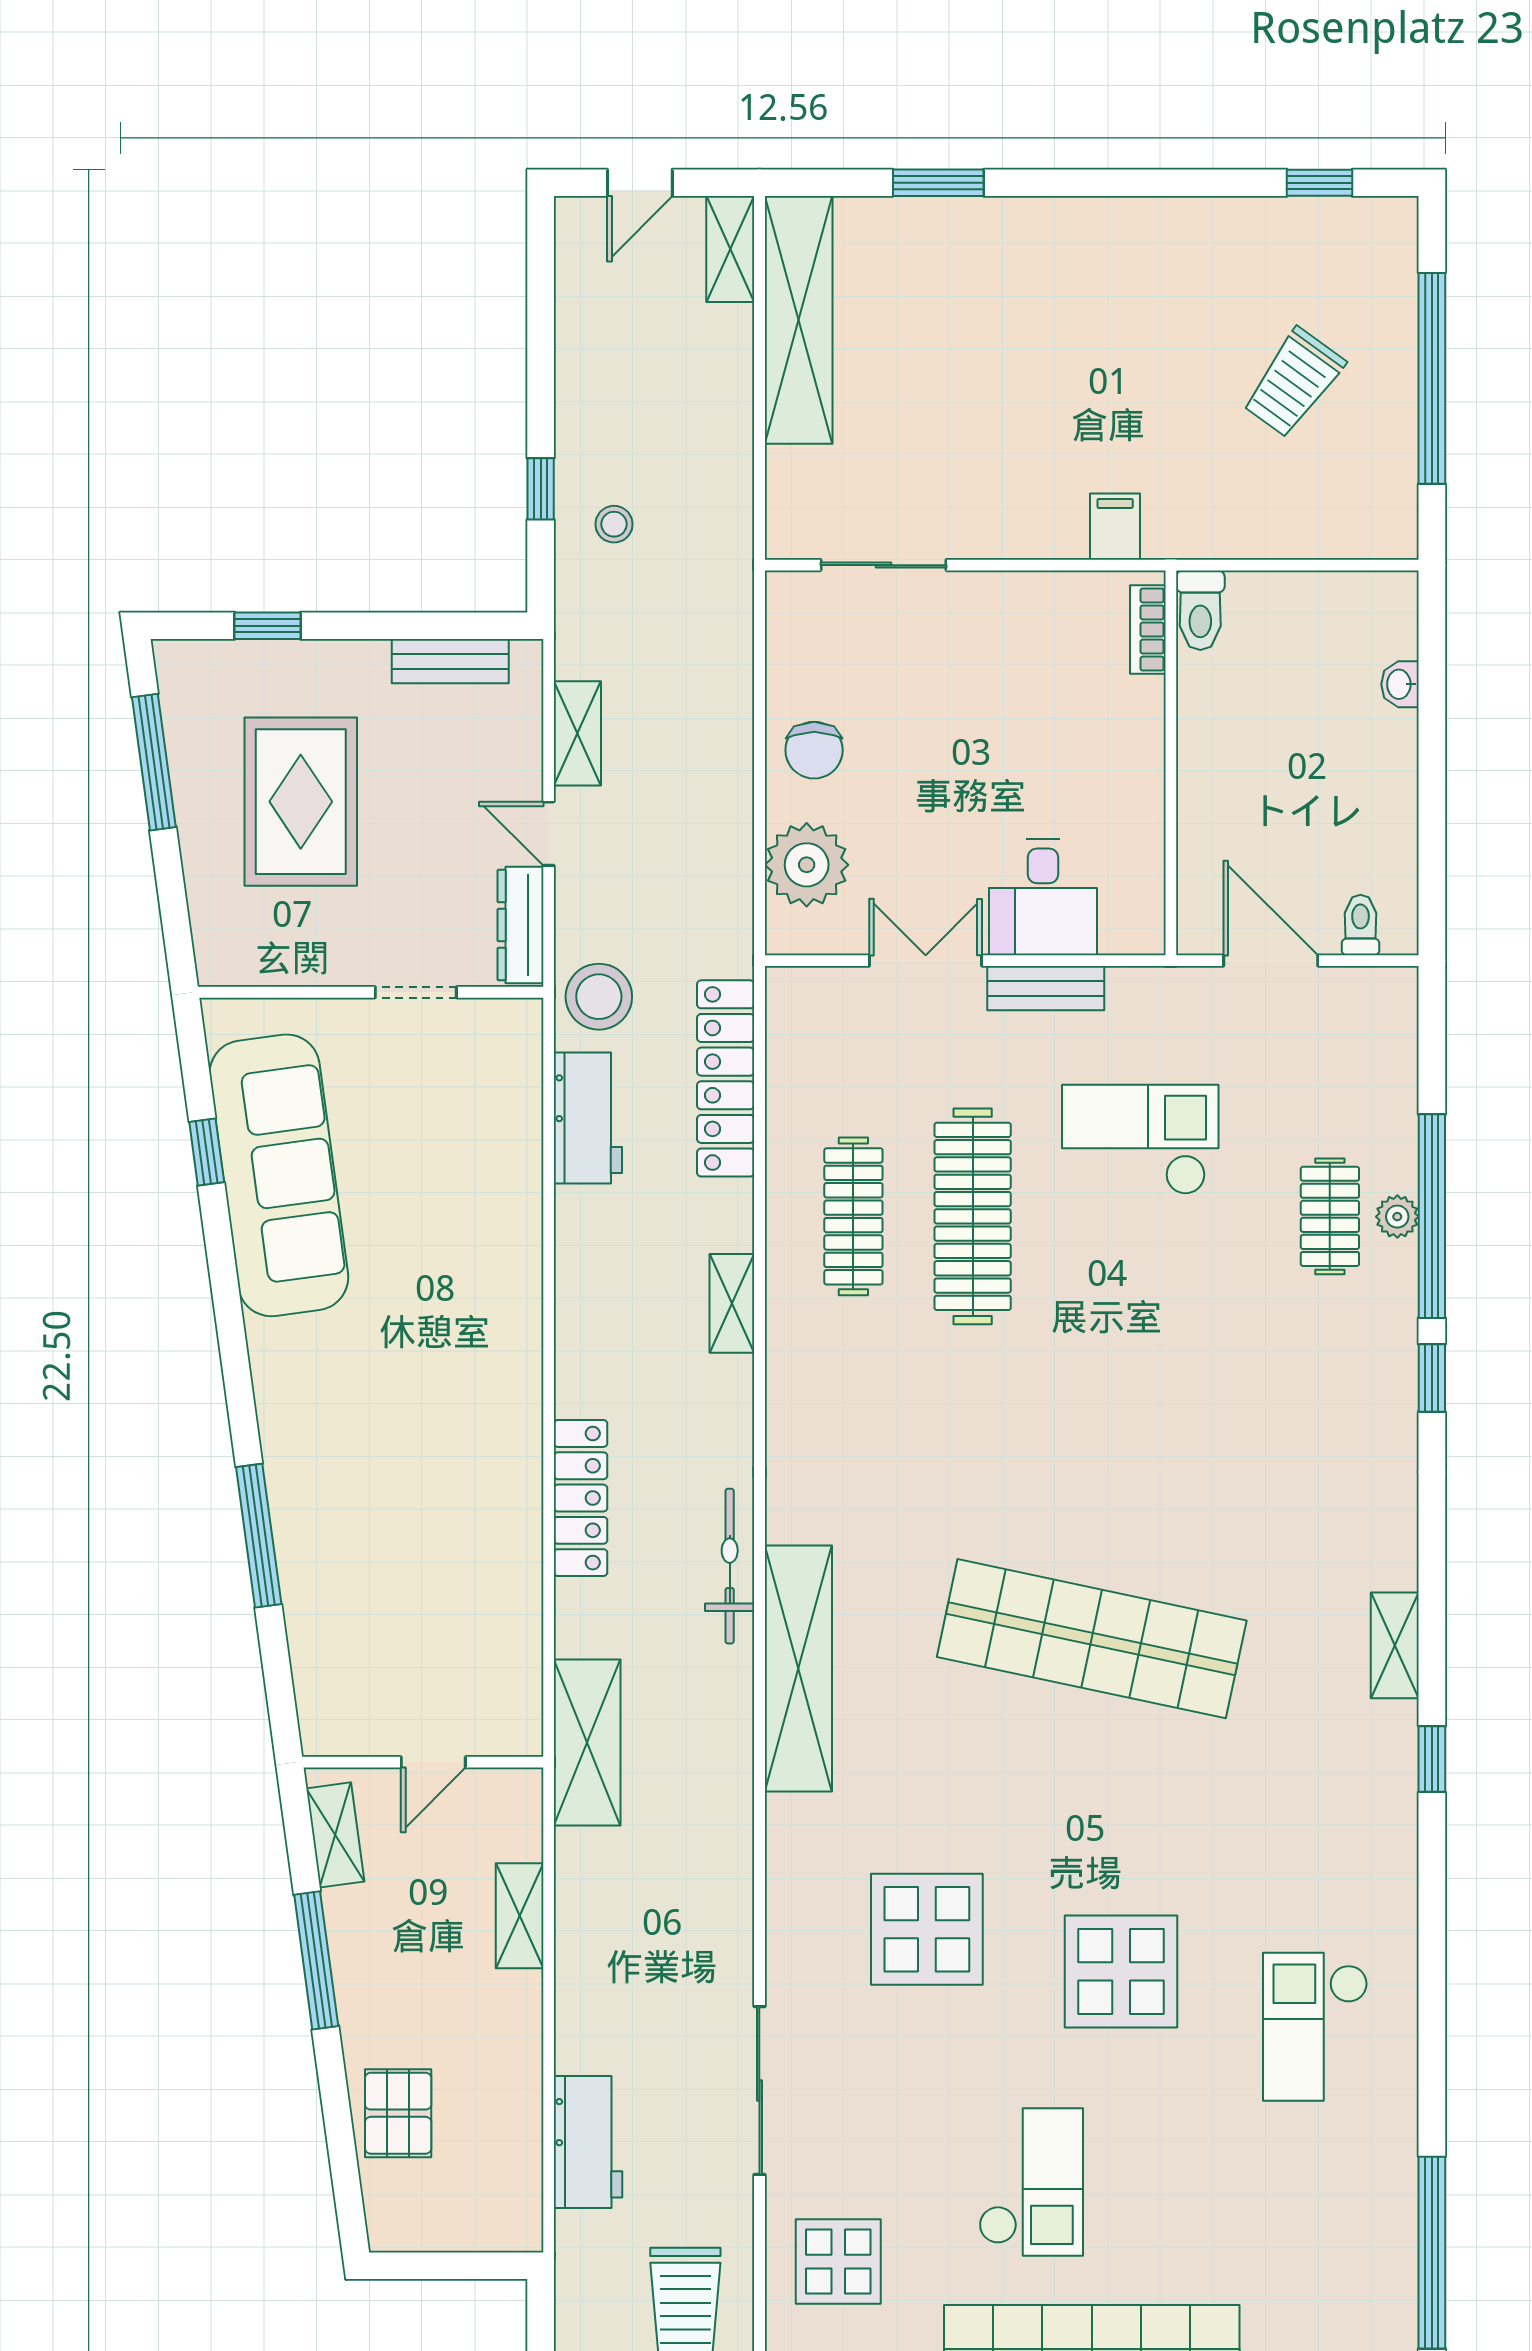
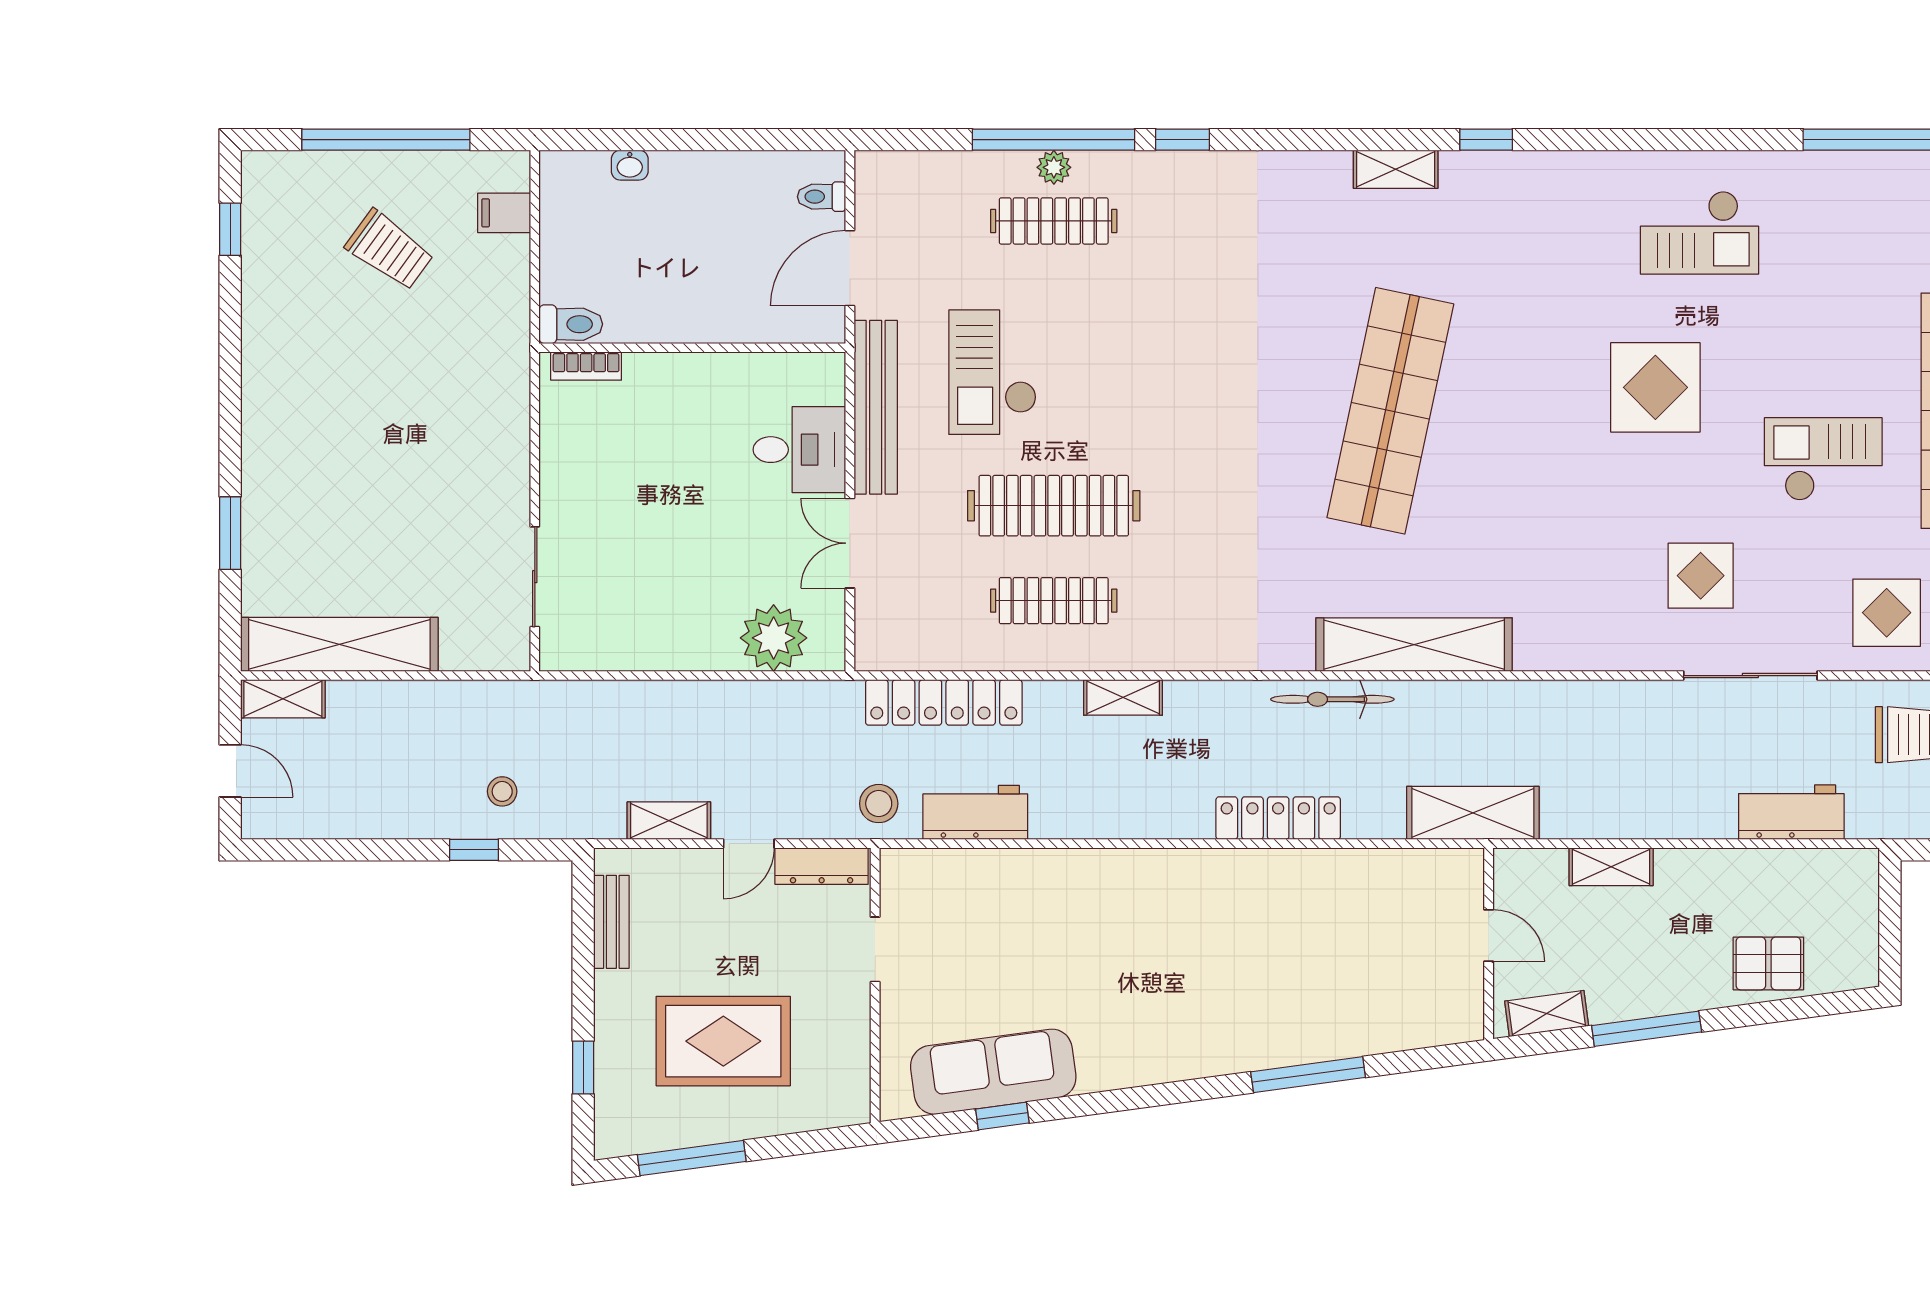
filing cabinet: (1115, 527) -> (504, 213), moved
chair: (814, 750) -> (682, 632), removed
bench: (1046, 988) -> (876, 407), width x1.86, depth x1.21
stool: (599, 997) -> (879, 804), width x0.73, depth x0.73
sofa: (279, 1175) -> (993, 1072), width x0.74, depth x0.79
clothes rail: (1330, 1216) -> (1054, 221), width x1.36
display table: (927, 1929) -> (1701, 576), moved, width x0.73, depth x0.73

